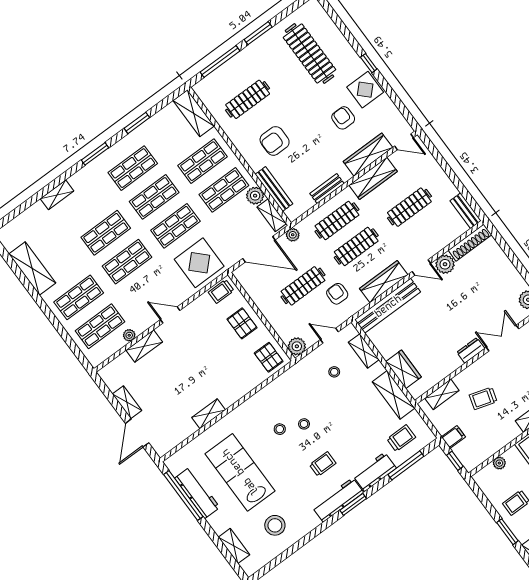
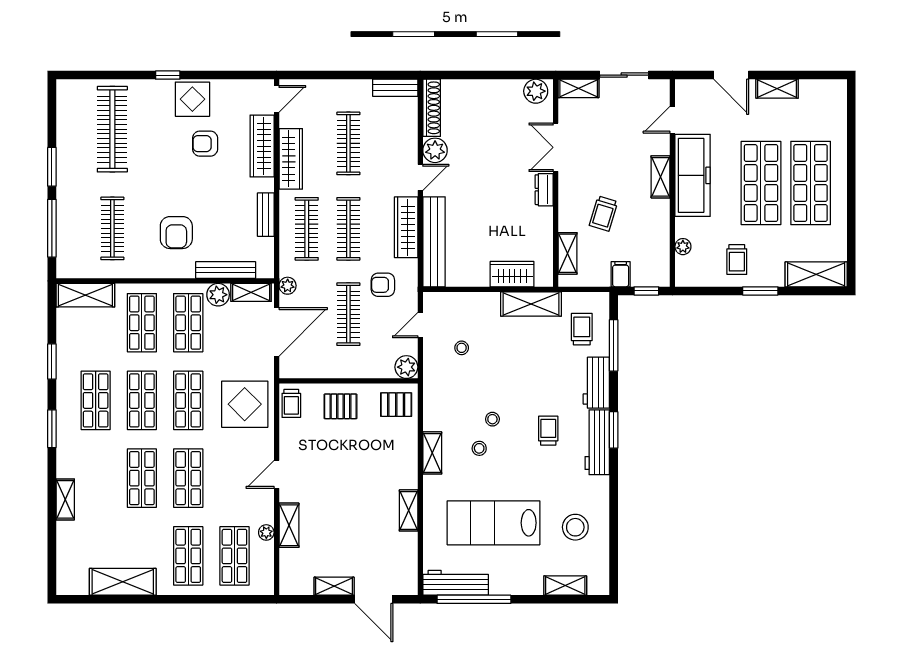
clothes rail: (309, 54) -> (112, 129), turned 90
shelving: (364, 351) -> (432, 453), moved, turned 90
workbench: (197, 493) -> (456, 583), moved

